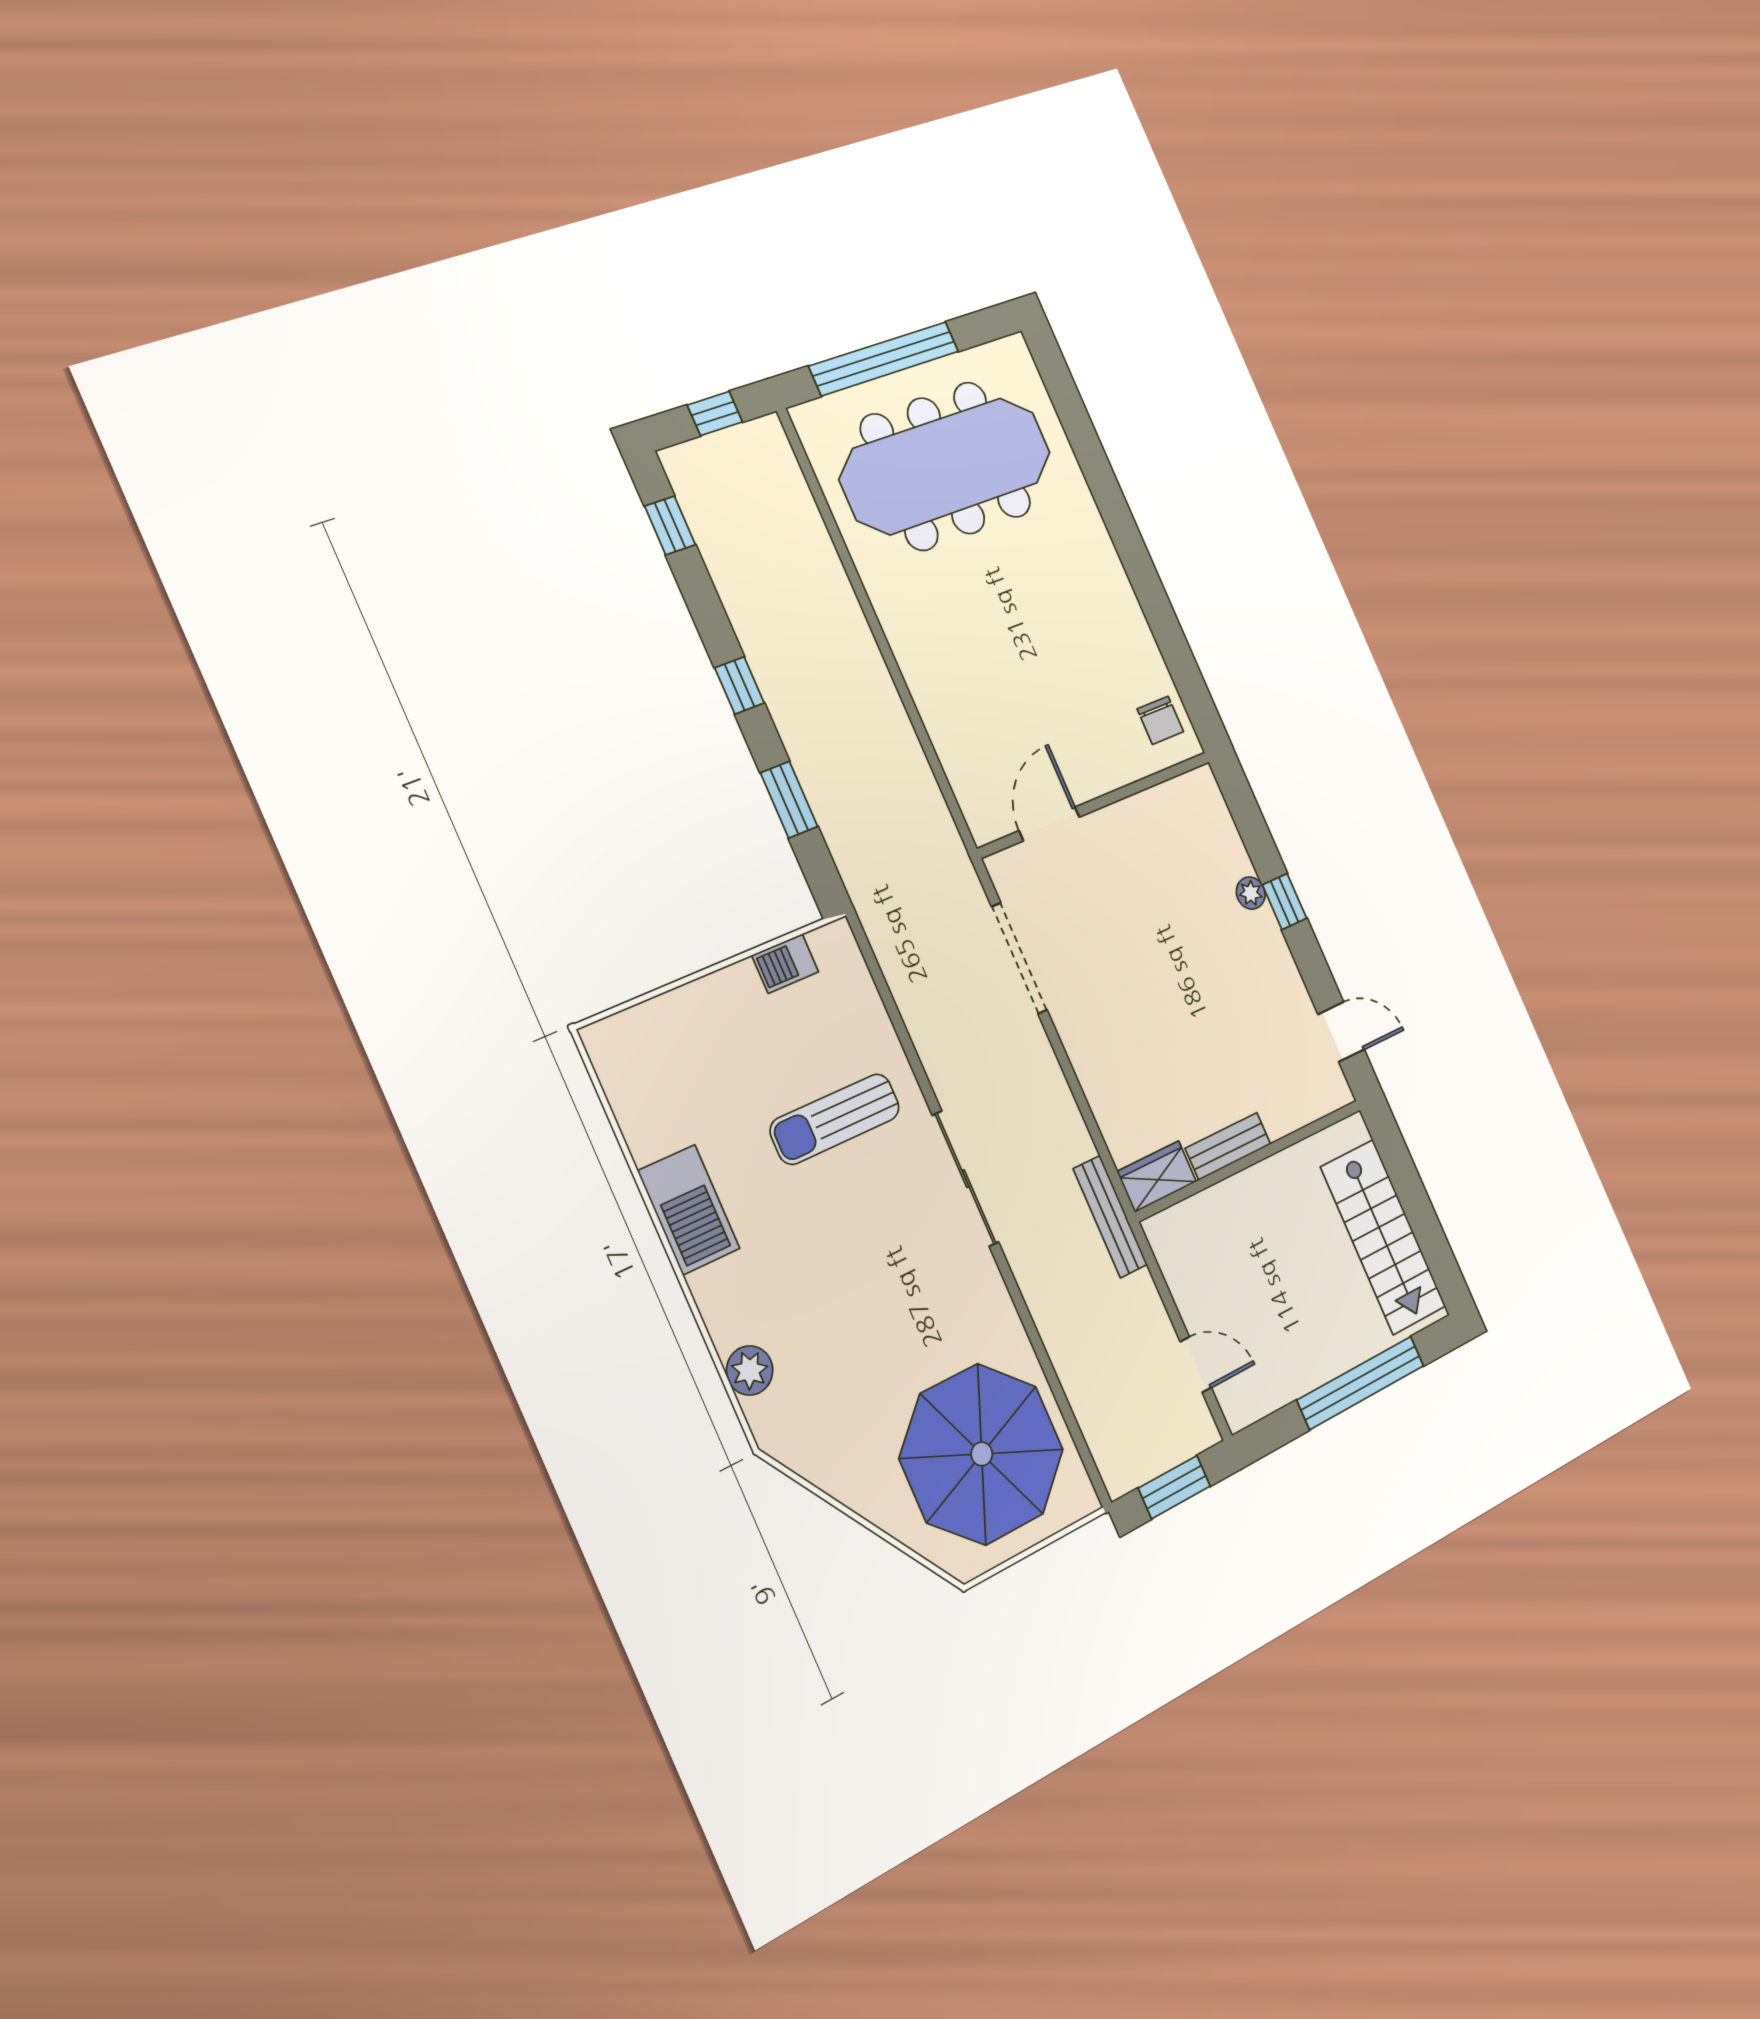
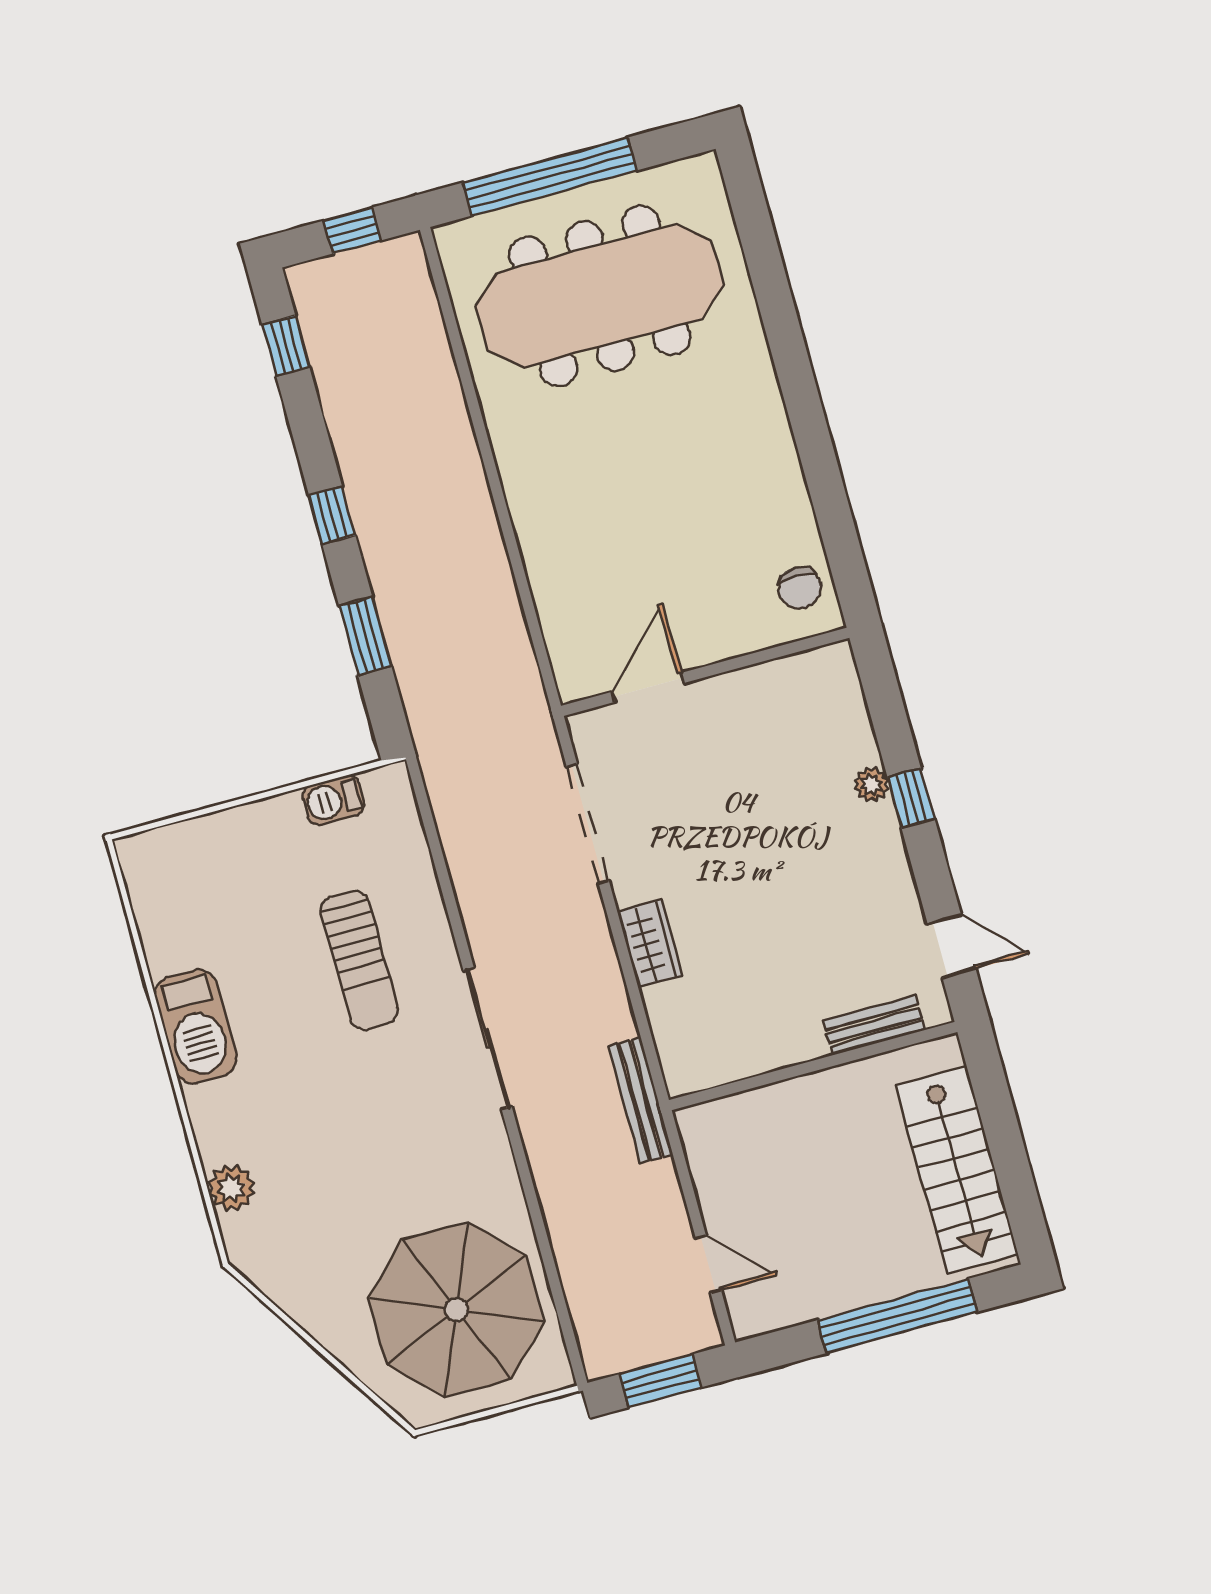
sun lounger: (835, 1119) -> (359, 960), turned -90
bench: (1228, 1146) -> (874, 1025), moved
wardrobe: (1157, 1177) -> (650, 944), moved, turned 90

